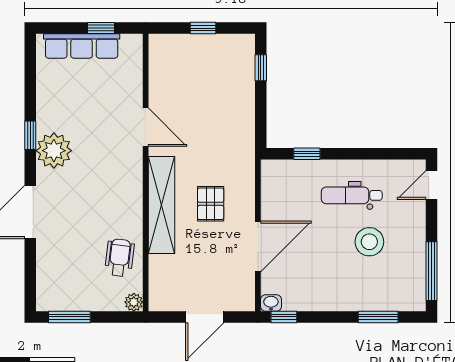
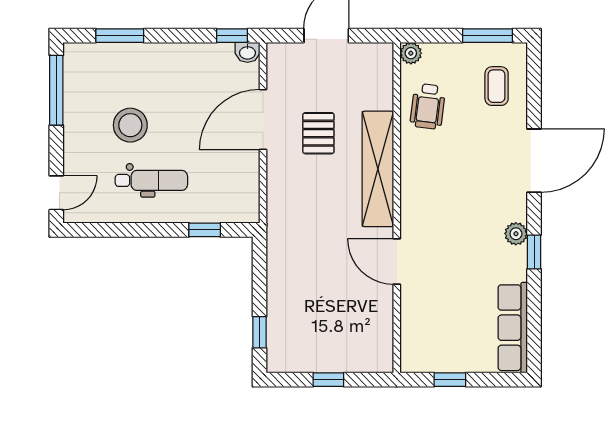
row of seats: (82, 46) -> (513, 328), moved, turned -90
plant: (54, 151) -> (516, 234), width x0.53, depth x0.53
pallet: (211, 204) -> (318, 133), moved
coffee table: (62, 275) -> (497, 86), added

